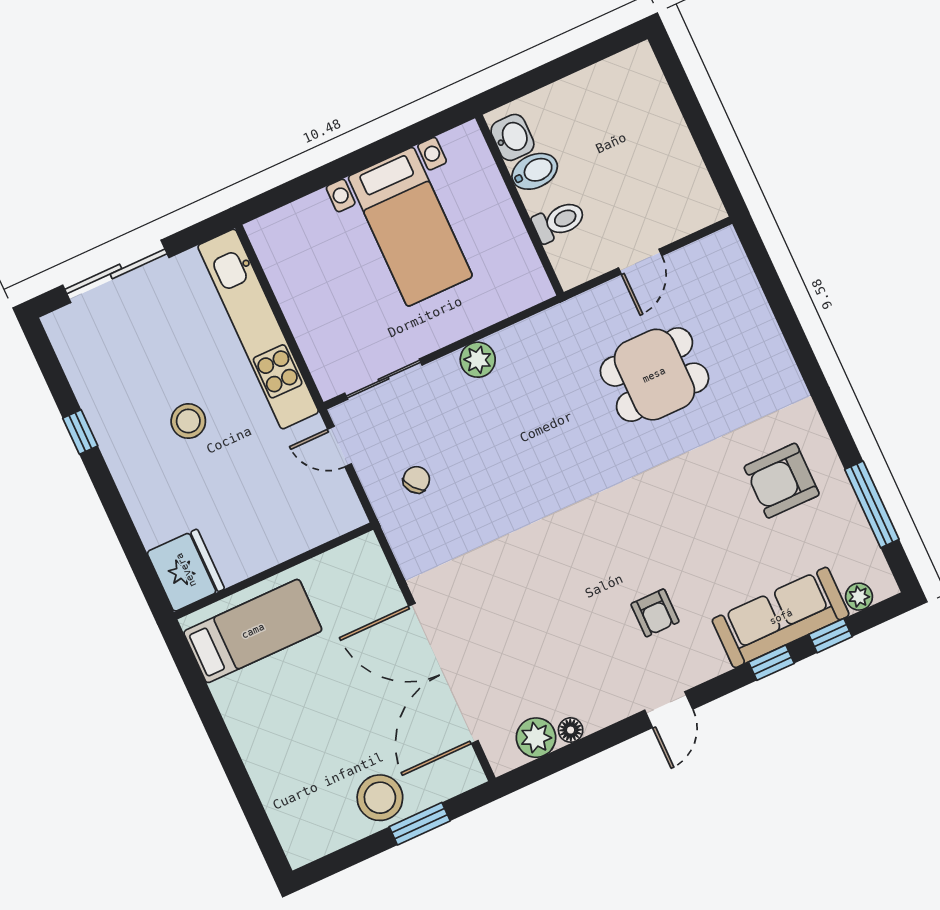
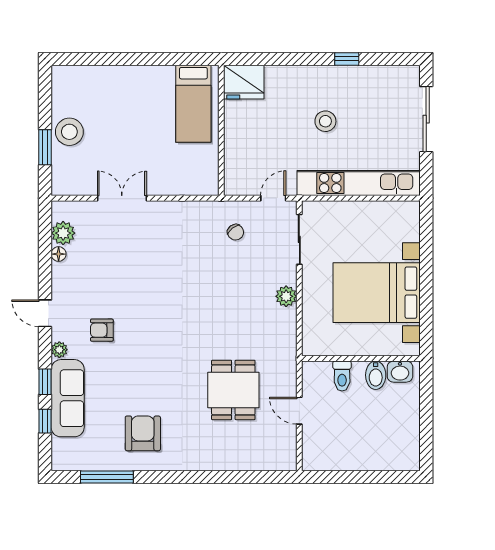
bed with nightstands: (410, 227) -> (377, 293), width x1.36
plant: (859, 597) -> (59, 350), moved
double door: (443, 673) -> (122, 198), width x0.54

